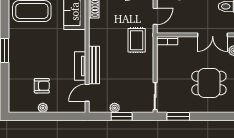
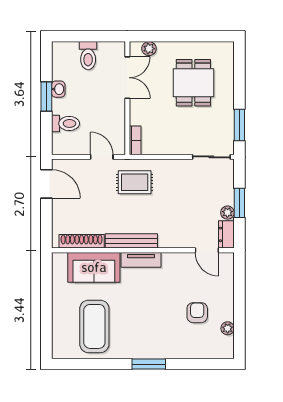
bench: (94, 65) -> (131, 241), moved
tv unit: (80, 66) -> (141, 260), moved
dresser: (99, 107) -> (226, 234), added
plant: (43, 108) -> (228, 328), moved

